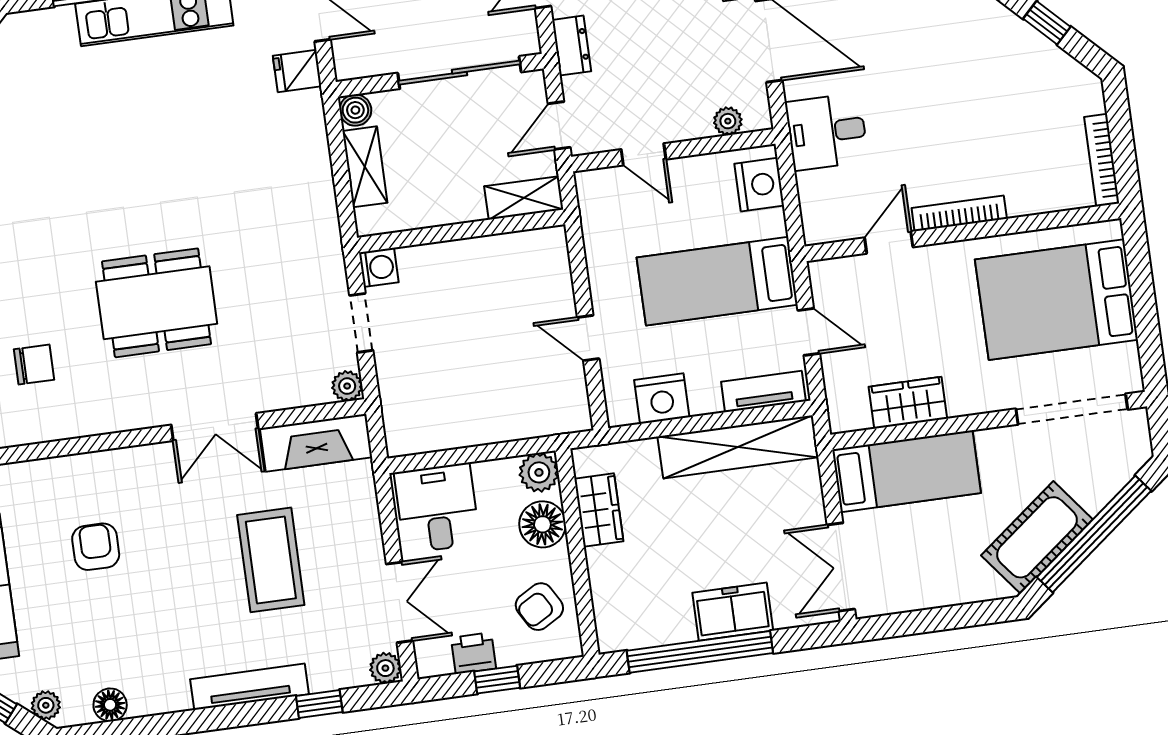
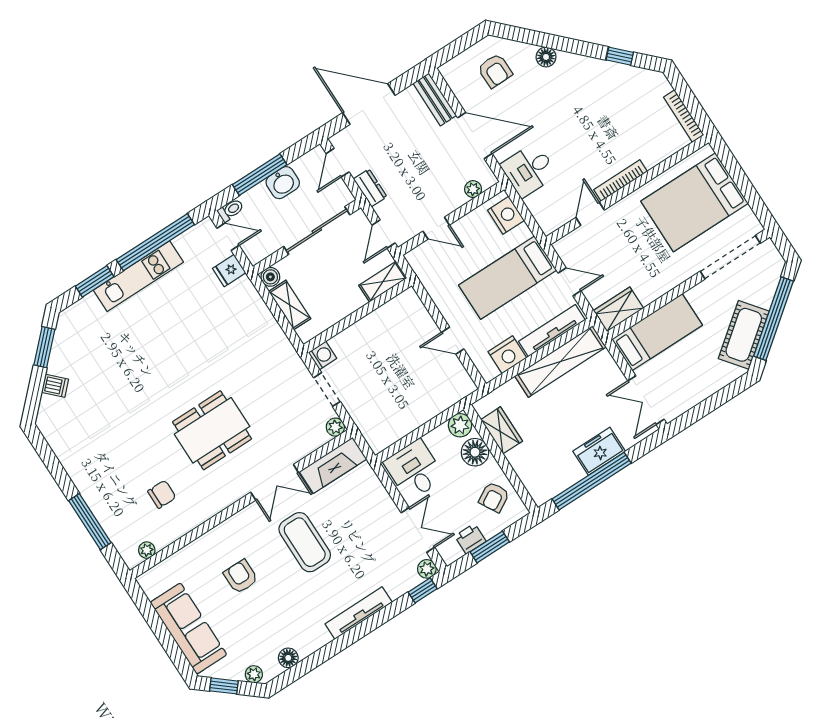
tv unit: (763, 391) -> (552, 331), width x1.41
wardrobe: (908, 403) -> (618, 309), moved
coffee table: (271, 560) -> (305, 542), moved
window: (497, 680) -> (490, 547), width x1.50
window: (319, 704) -> (423, 590), moved

